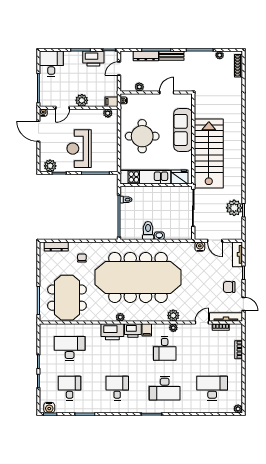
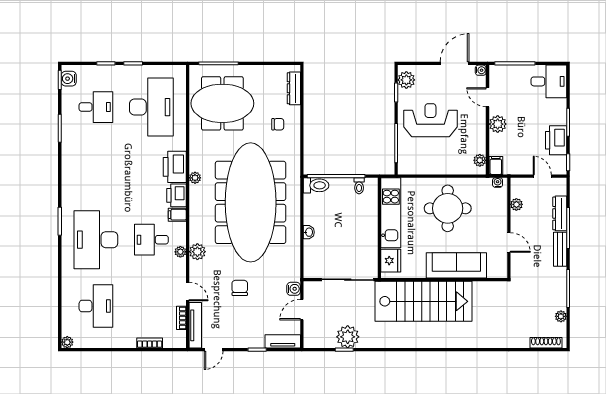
toilet: (148, 231) -> (316, 185), moved
chair: (229, 287) -> (240, 288), moved
desk: (70, 348) -> (151, 107), width x1.36, depth x1.30
desk: (117, 388) -> (96, 173), removed
desk: (165, 388) -> (96, 240), width x1.36, depth x1.30

